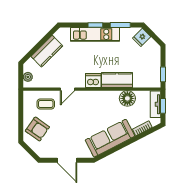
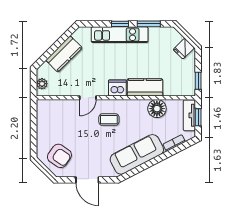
fridge: (142, 37) -> (184, 49), moved
coffee table: (46, 104) -> (109, 120), moved
armchair: (37, 129) -> (59, 156), moved

